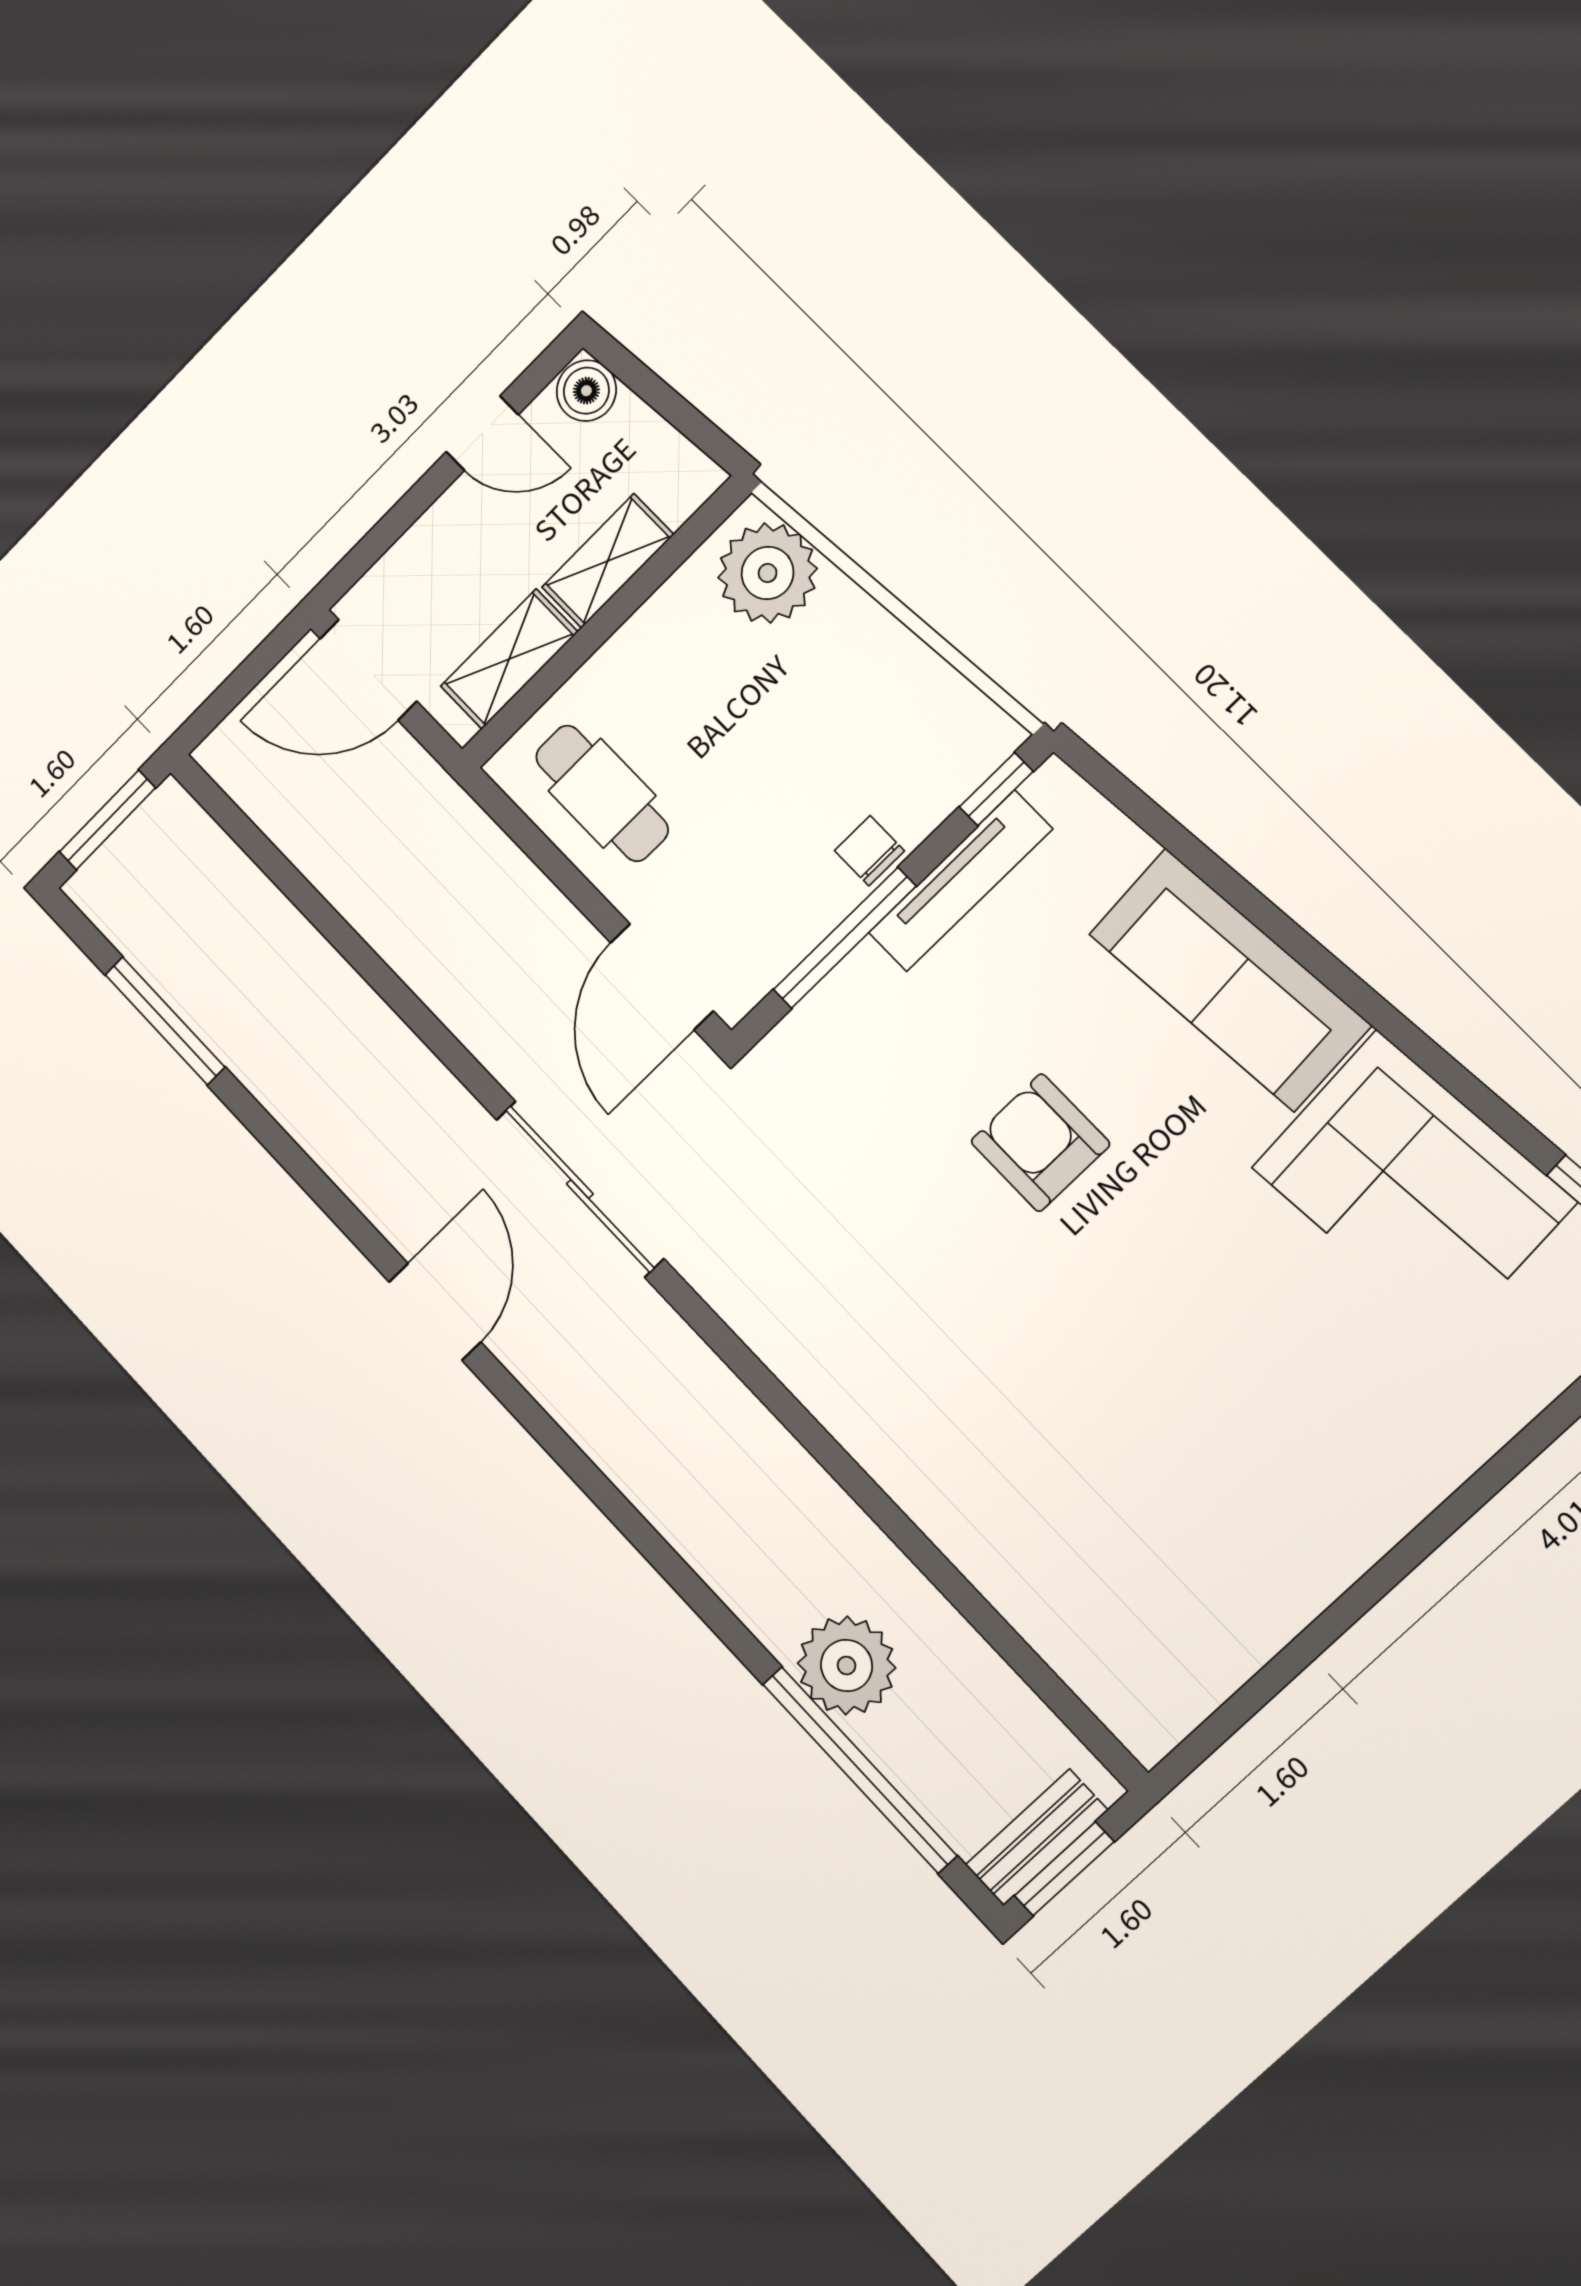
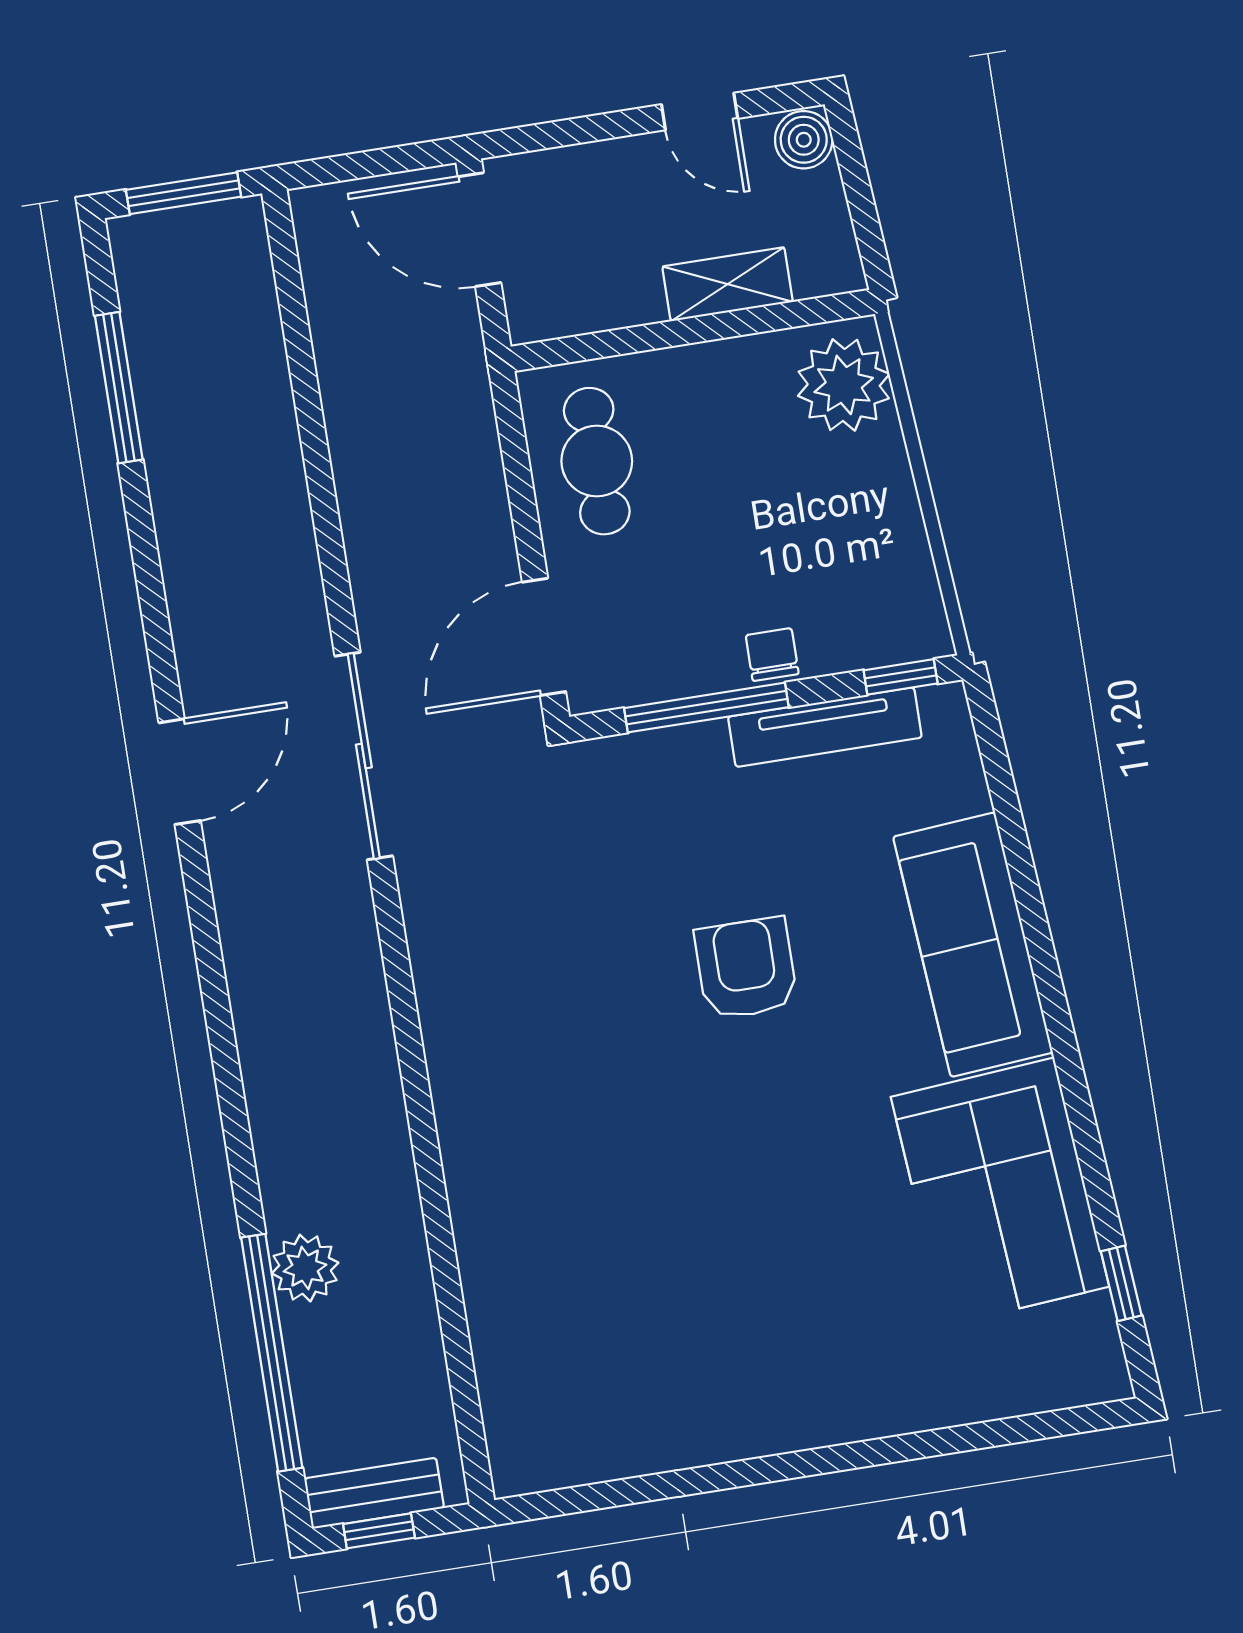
shelving: (509, 659) -> (597, 303), removed
plant: (847, 1666) -> (305, 1268), width x0.73, depth x0.73
window: (1064, 1869) -> (379, 1531), width x0.67

